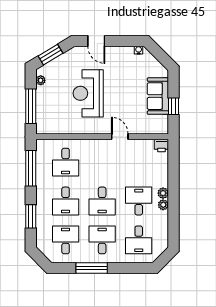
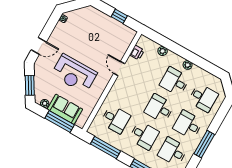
sofa: (158, 96) -> (65, 109), moved, turned 180
door: (120, 137) -> (119, 69), hinge flipped
printer: (161, 146) -> (137, 53), moved
plant: (163, 193) -> (163, 51), moved
desk: (102, 201) -> (159, 108), turned 180

